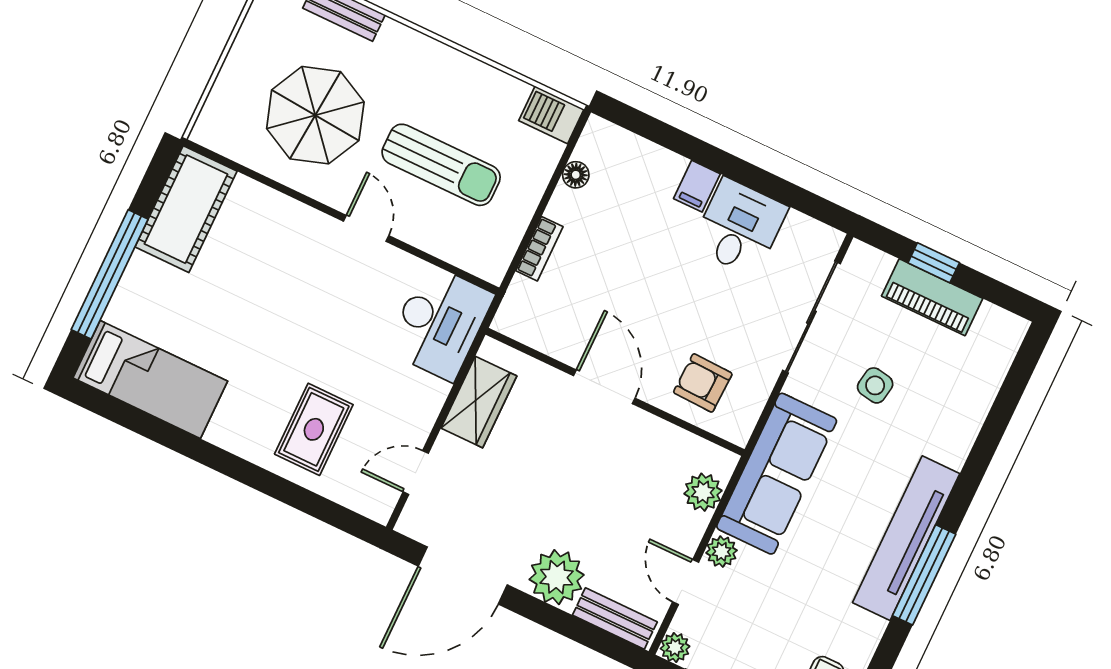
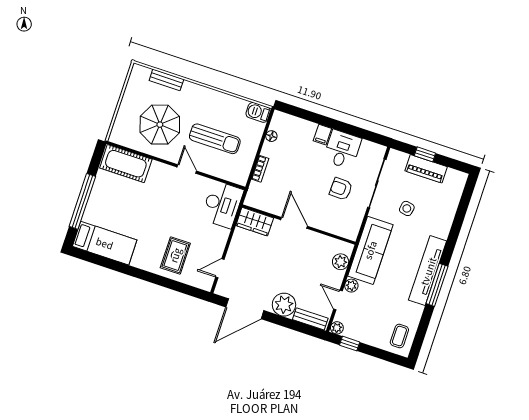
cot: (186, 209) -> (126, 164), moved, turned 90
armchair: (703, 383) -> (341, 189), moved
wardrobe: (479, 402) -> (255, 222), moved, turned 90

